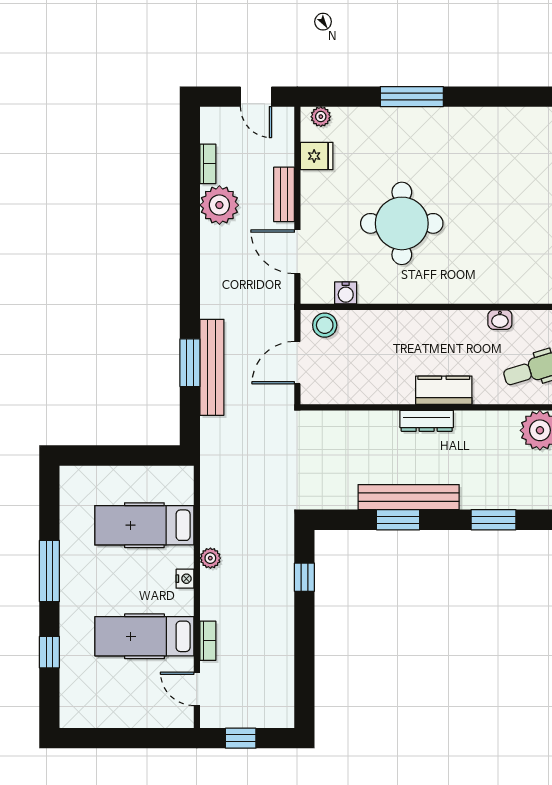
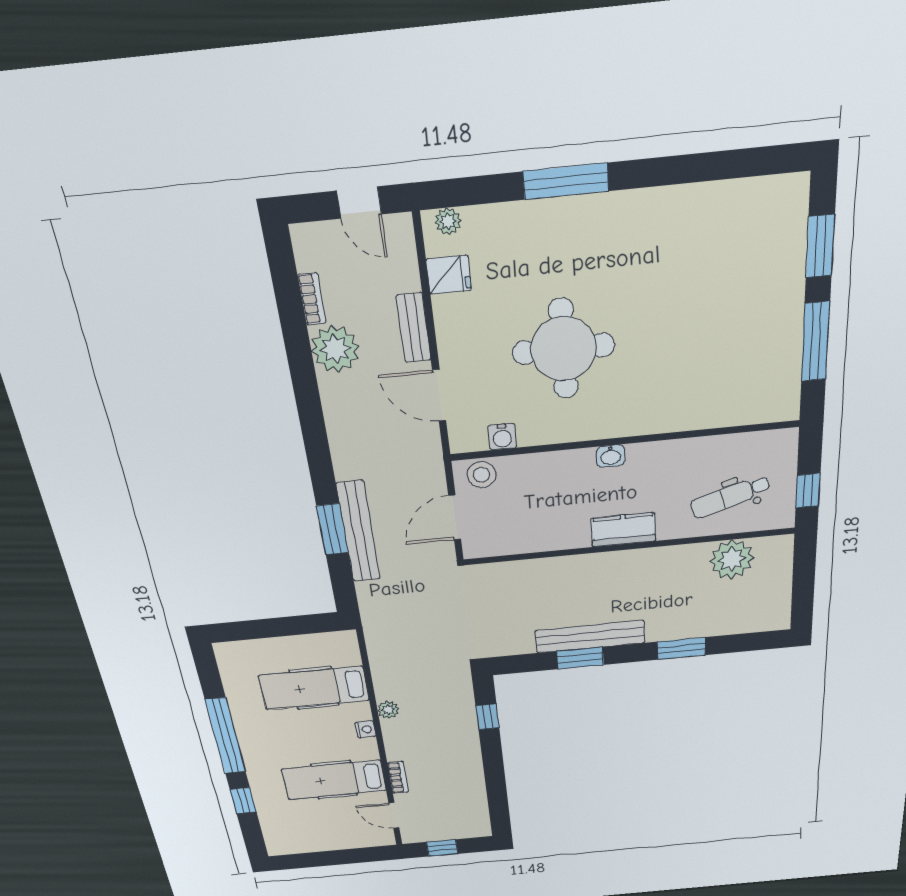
washbasin: (500, 320) -> (611, 456), moved
dresser: (427, 421) -> (606, 562), removed
window: (49, 571) -> (226, 736), width x1.46

